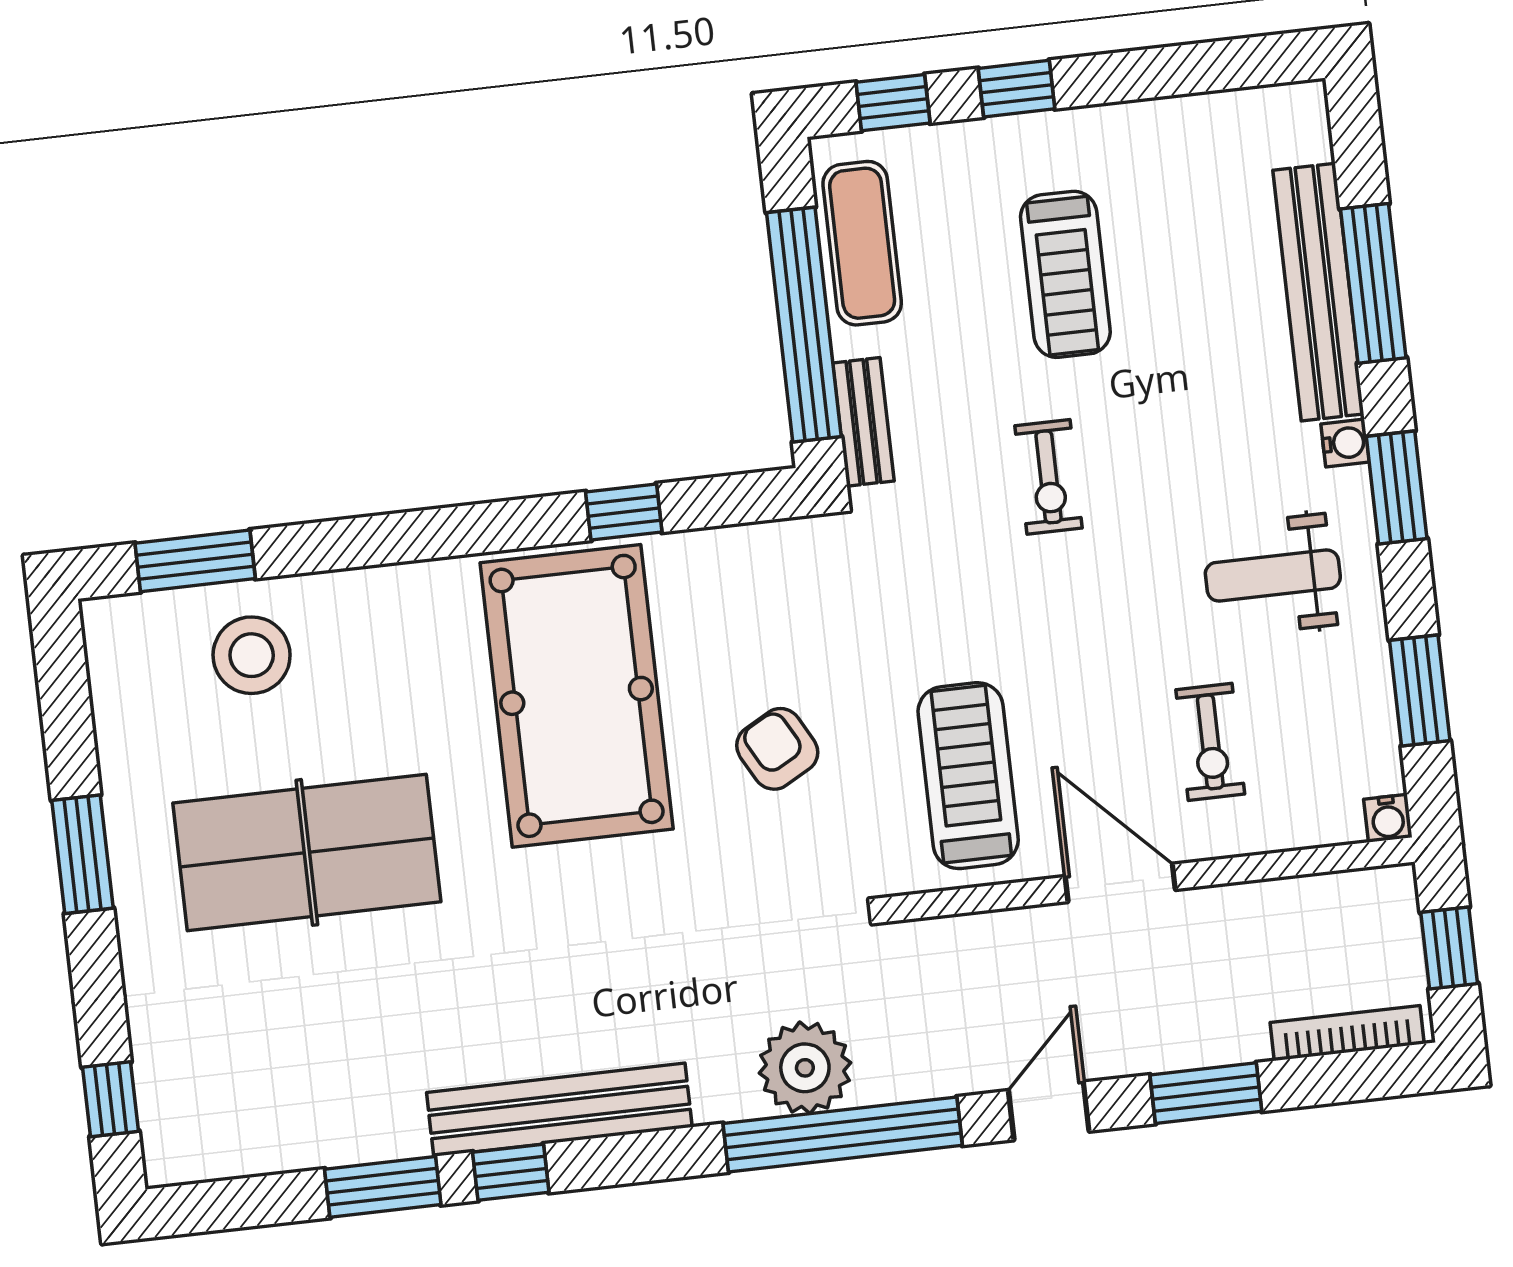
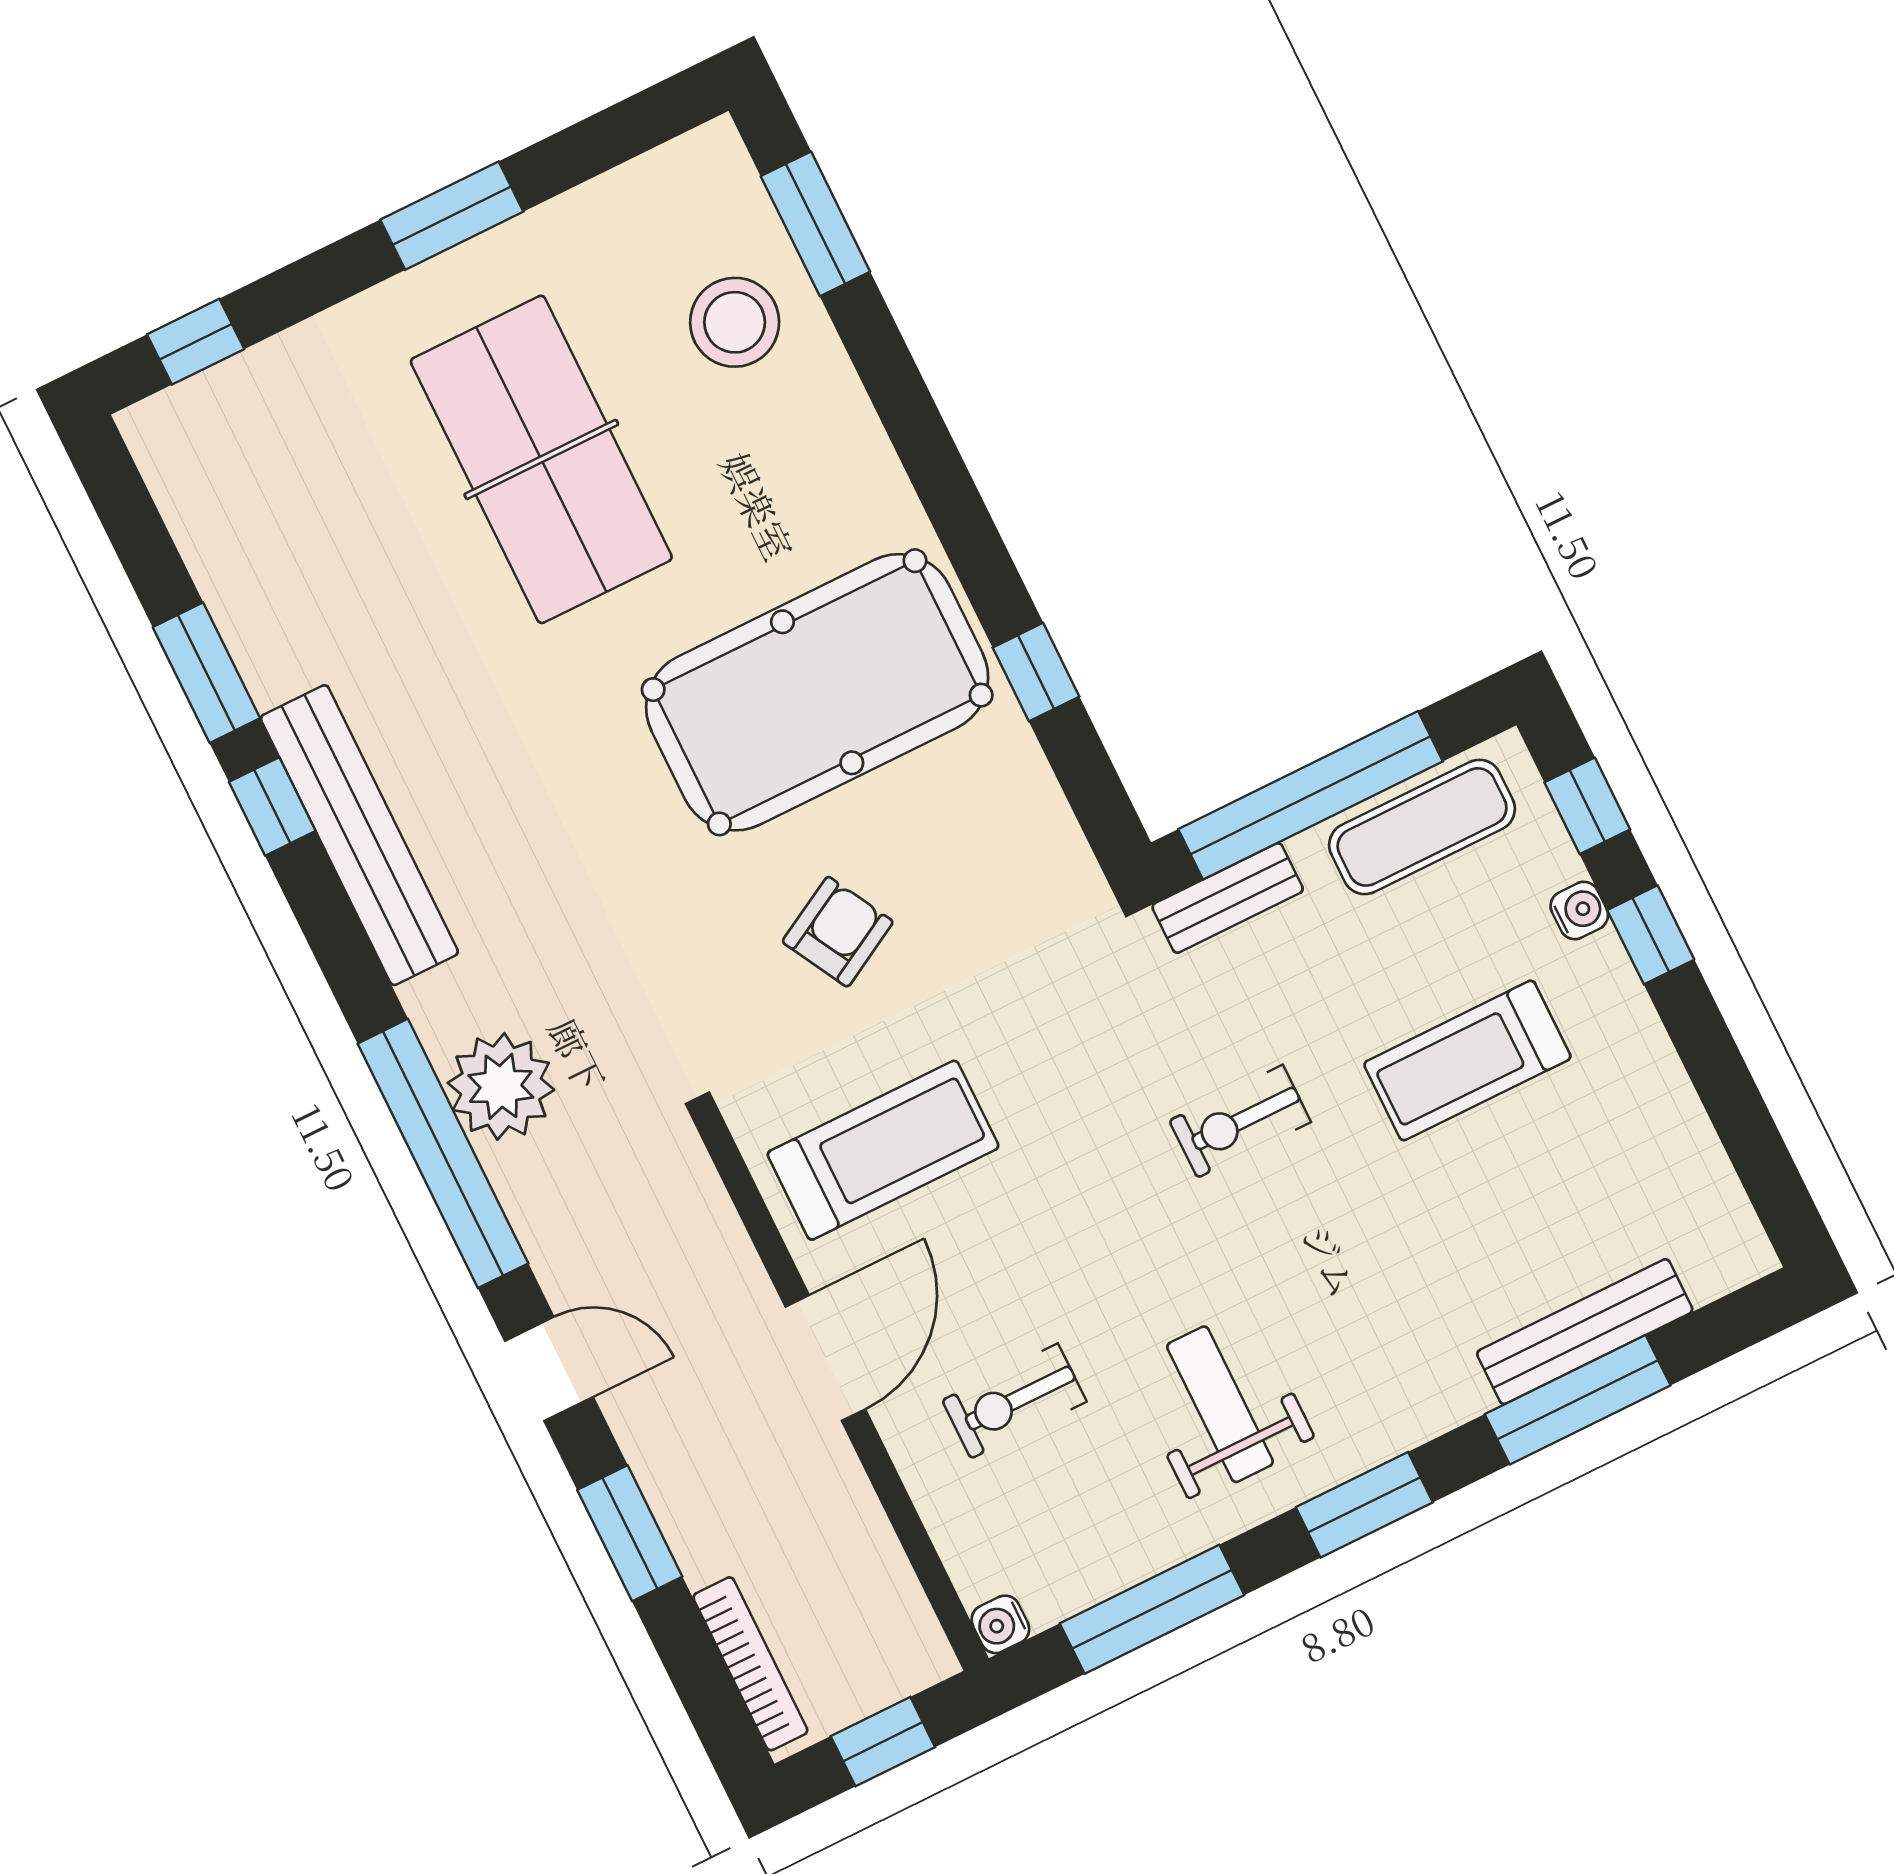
bench: (1318, 292) -> (1585, 1332), width x0.73, depth x0.82
water cooler: (1345, 443) -> (1579, 911), moved, turned -90
window: (1420, 691) -> (1152, 1609), width x1.44

